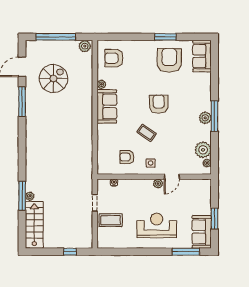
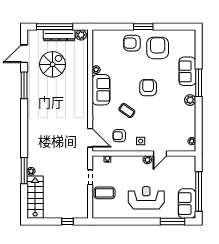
window: (165, 37) -> (143, 27), moved
dresser: (61, 46) -> (59, 35), added
sofa: (202, 56) -> (187, 71), moved
armchair: (114, 58) -> (132, 43), moved
window: (215, 116) -> (199, 83), moved
coffee table: (147, 133) -> (127, 111), moved
plant: (203, 150) -> (188, 129), removed
door: (95, 159) -> (90, 138), added
window: (215, 219) -> (199, 191), width x2.11

